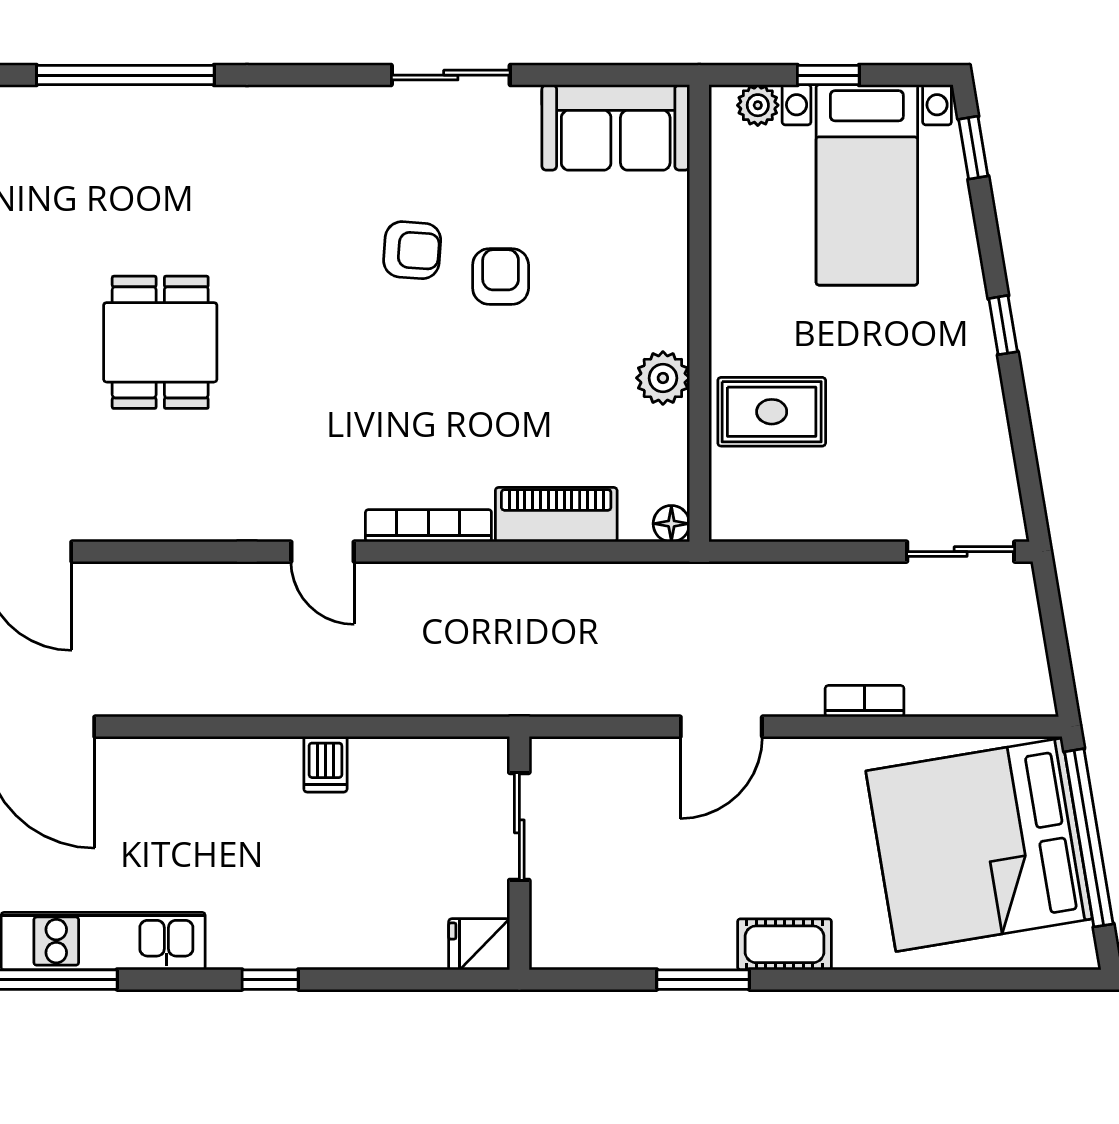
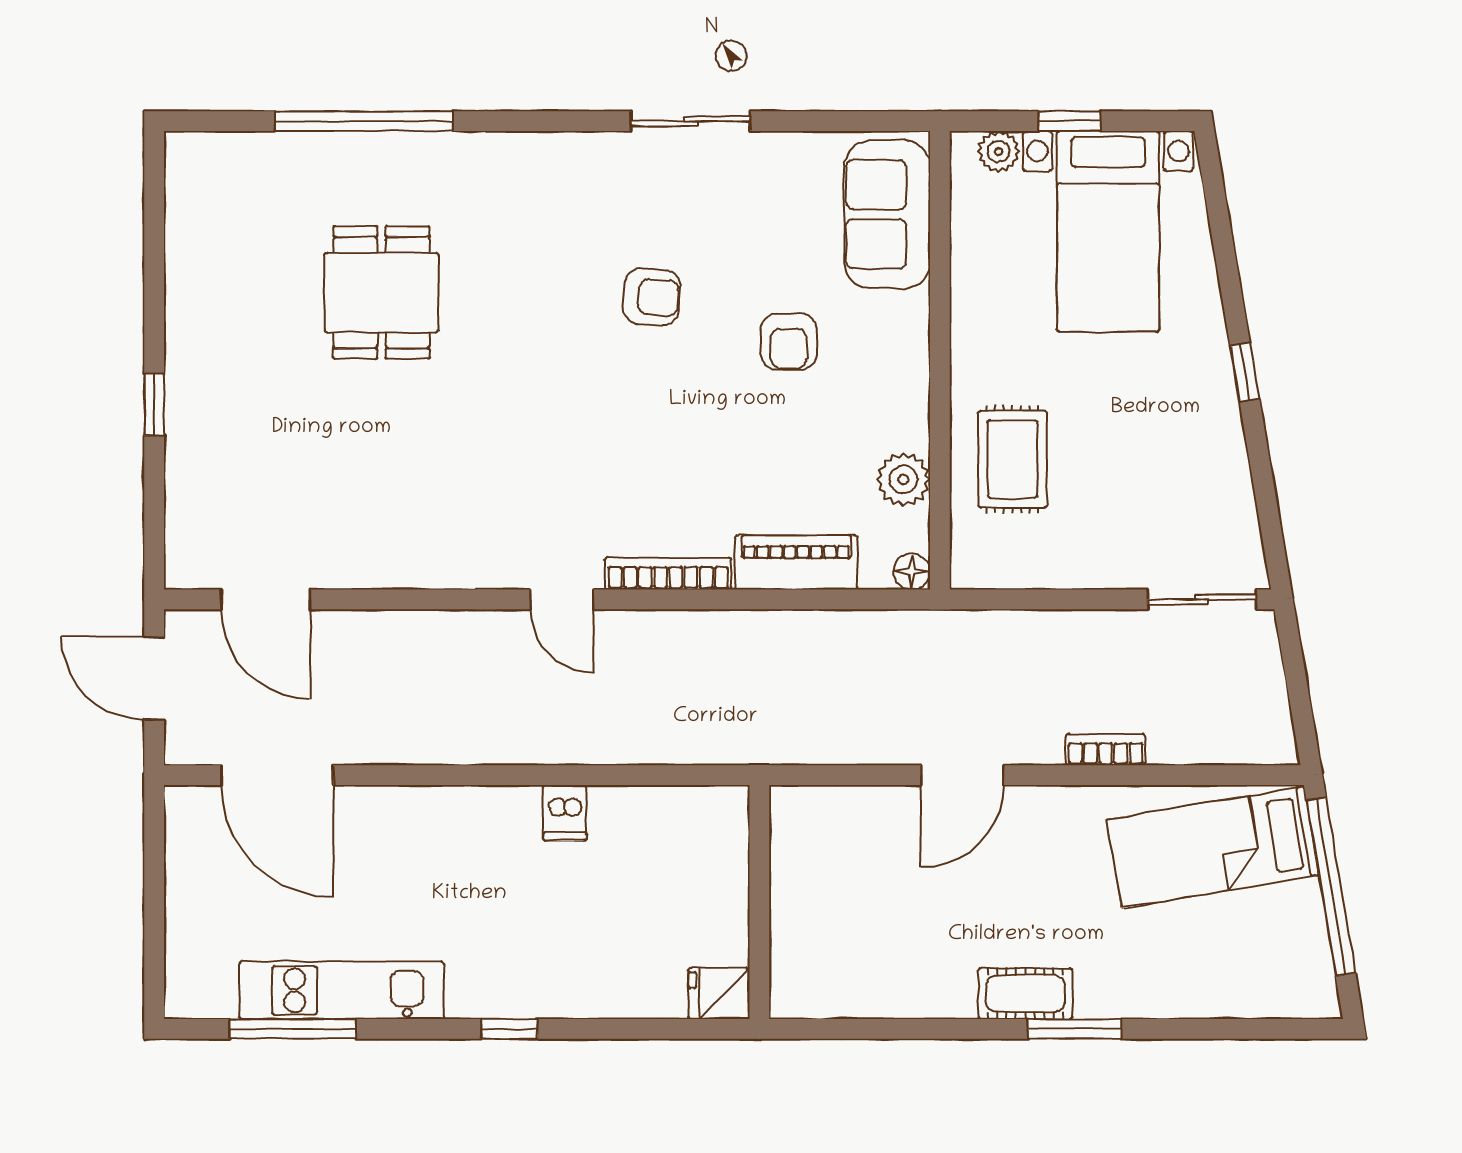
sofa: (616, 127) -> (887, 214), moved, turned 90
window: (973, 148) -> (1215, 194), removed
armchair: (501, 277) -> (789, 342), moved, turned 180
dining table: (160, 342) -> (381, 293), moved
plant: (663, 378) -> (903, 479), moved
rug: (772, 412) -> (1013, 459), turned 90
sliding door: (519, 826) -> (759, 875), removed
bed: (979, 845) -> (1213, 847), width x0.49
window: (703, 980) -> (1075, 1029), moved

